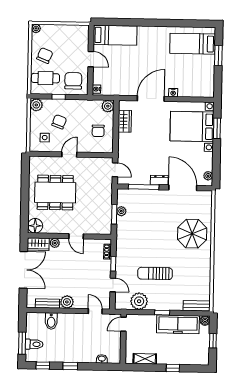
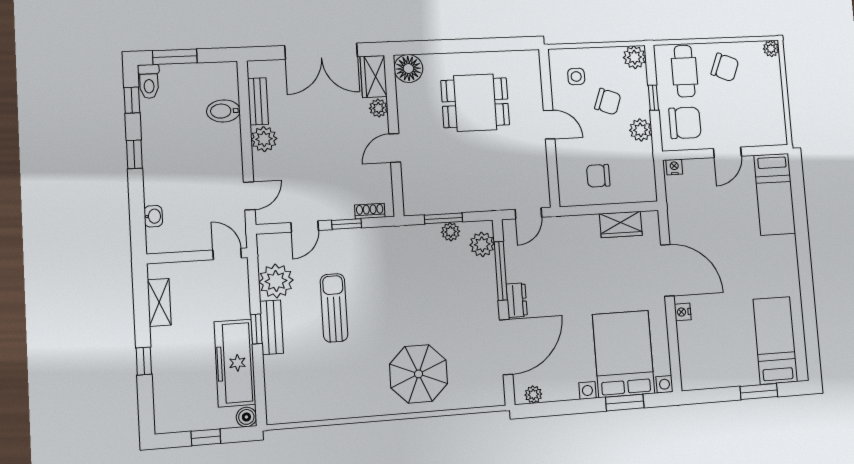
plant: (108, 106) -> (641, 130), moved
dining table: (55, 193) -> (475, 103), width x0.73
plant: (129, 195) -> (482, 244), added
bench: (197, 306) -> (271, 327), moved
toilet: (34, 344) -> (149, 81), moved

